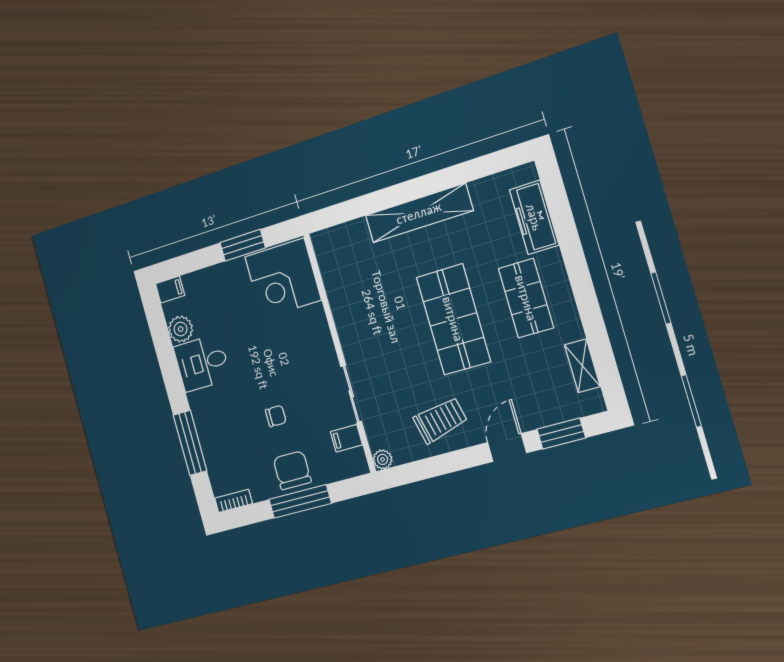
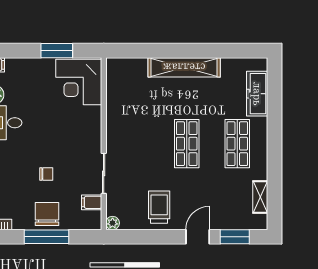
shop shelf: (453, 319) -> (187, 144), width x0.70, depth x0.74
trolley: (440, 420) -> (159, 207), turned -77

